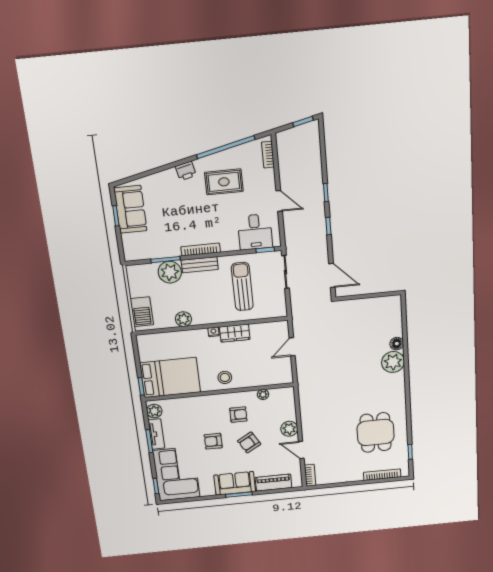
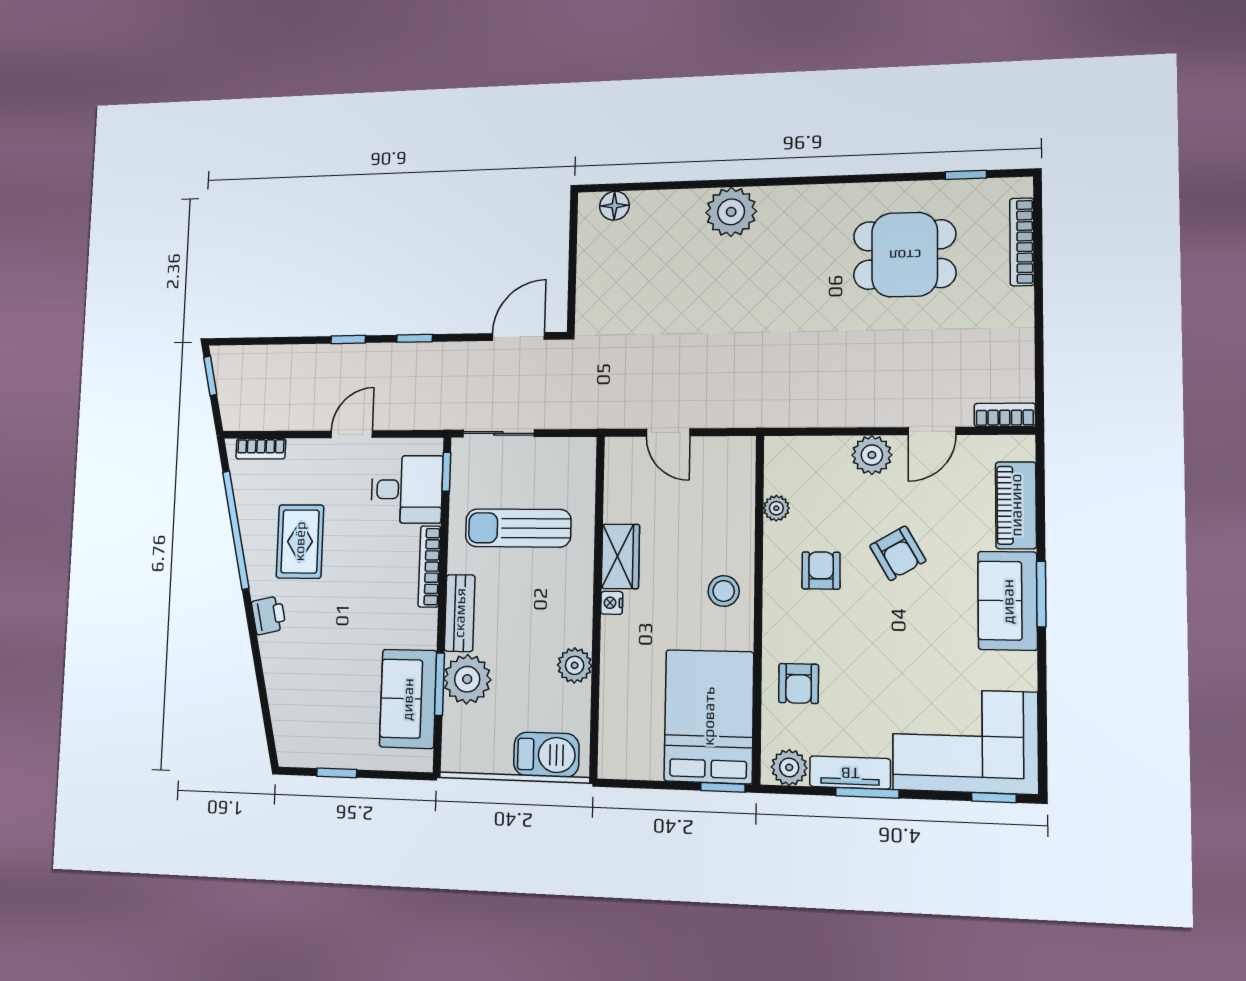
sofa: (130, 209) -> (408, 699), moved, turned -90
bookcase: (201, 250) -> (429, 567), moved
floor lamp: (397, 344) -> (614, 206), moved
armchair: (213, 441) -> (799, 683), moved

